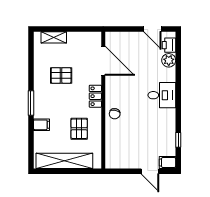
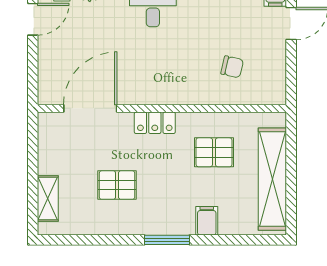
pallet: (61, 75) -> (117, 185), turned 90
chair: (115, 114) -> (232, 67), moved

